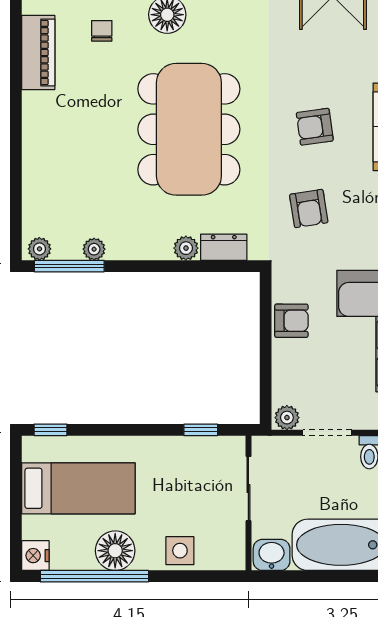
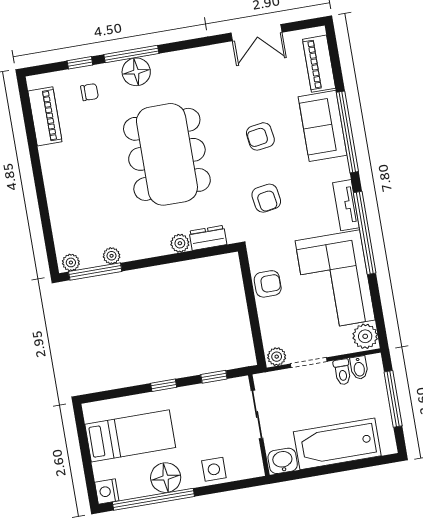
chair: (102, 31) -> (89, 92), turned 90
window: (51, 430) -> (164, 385), moved

